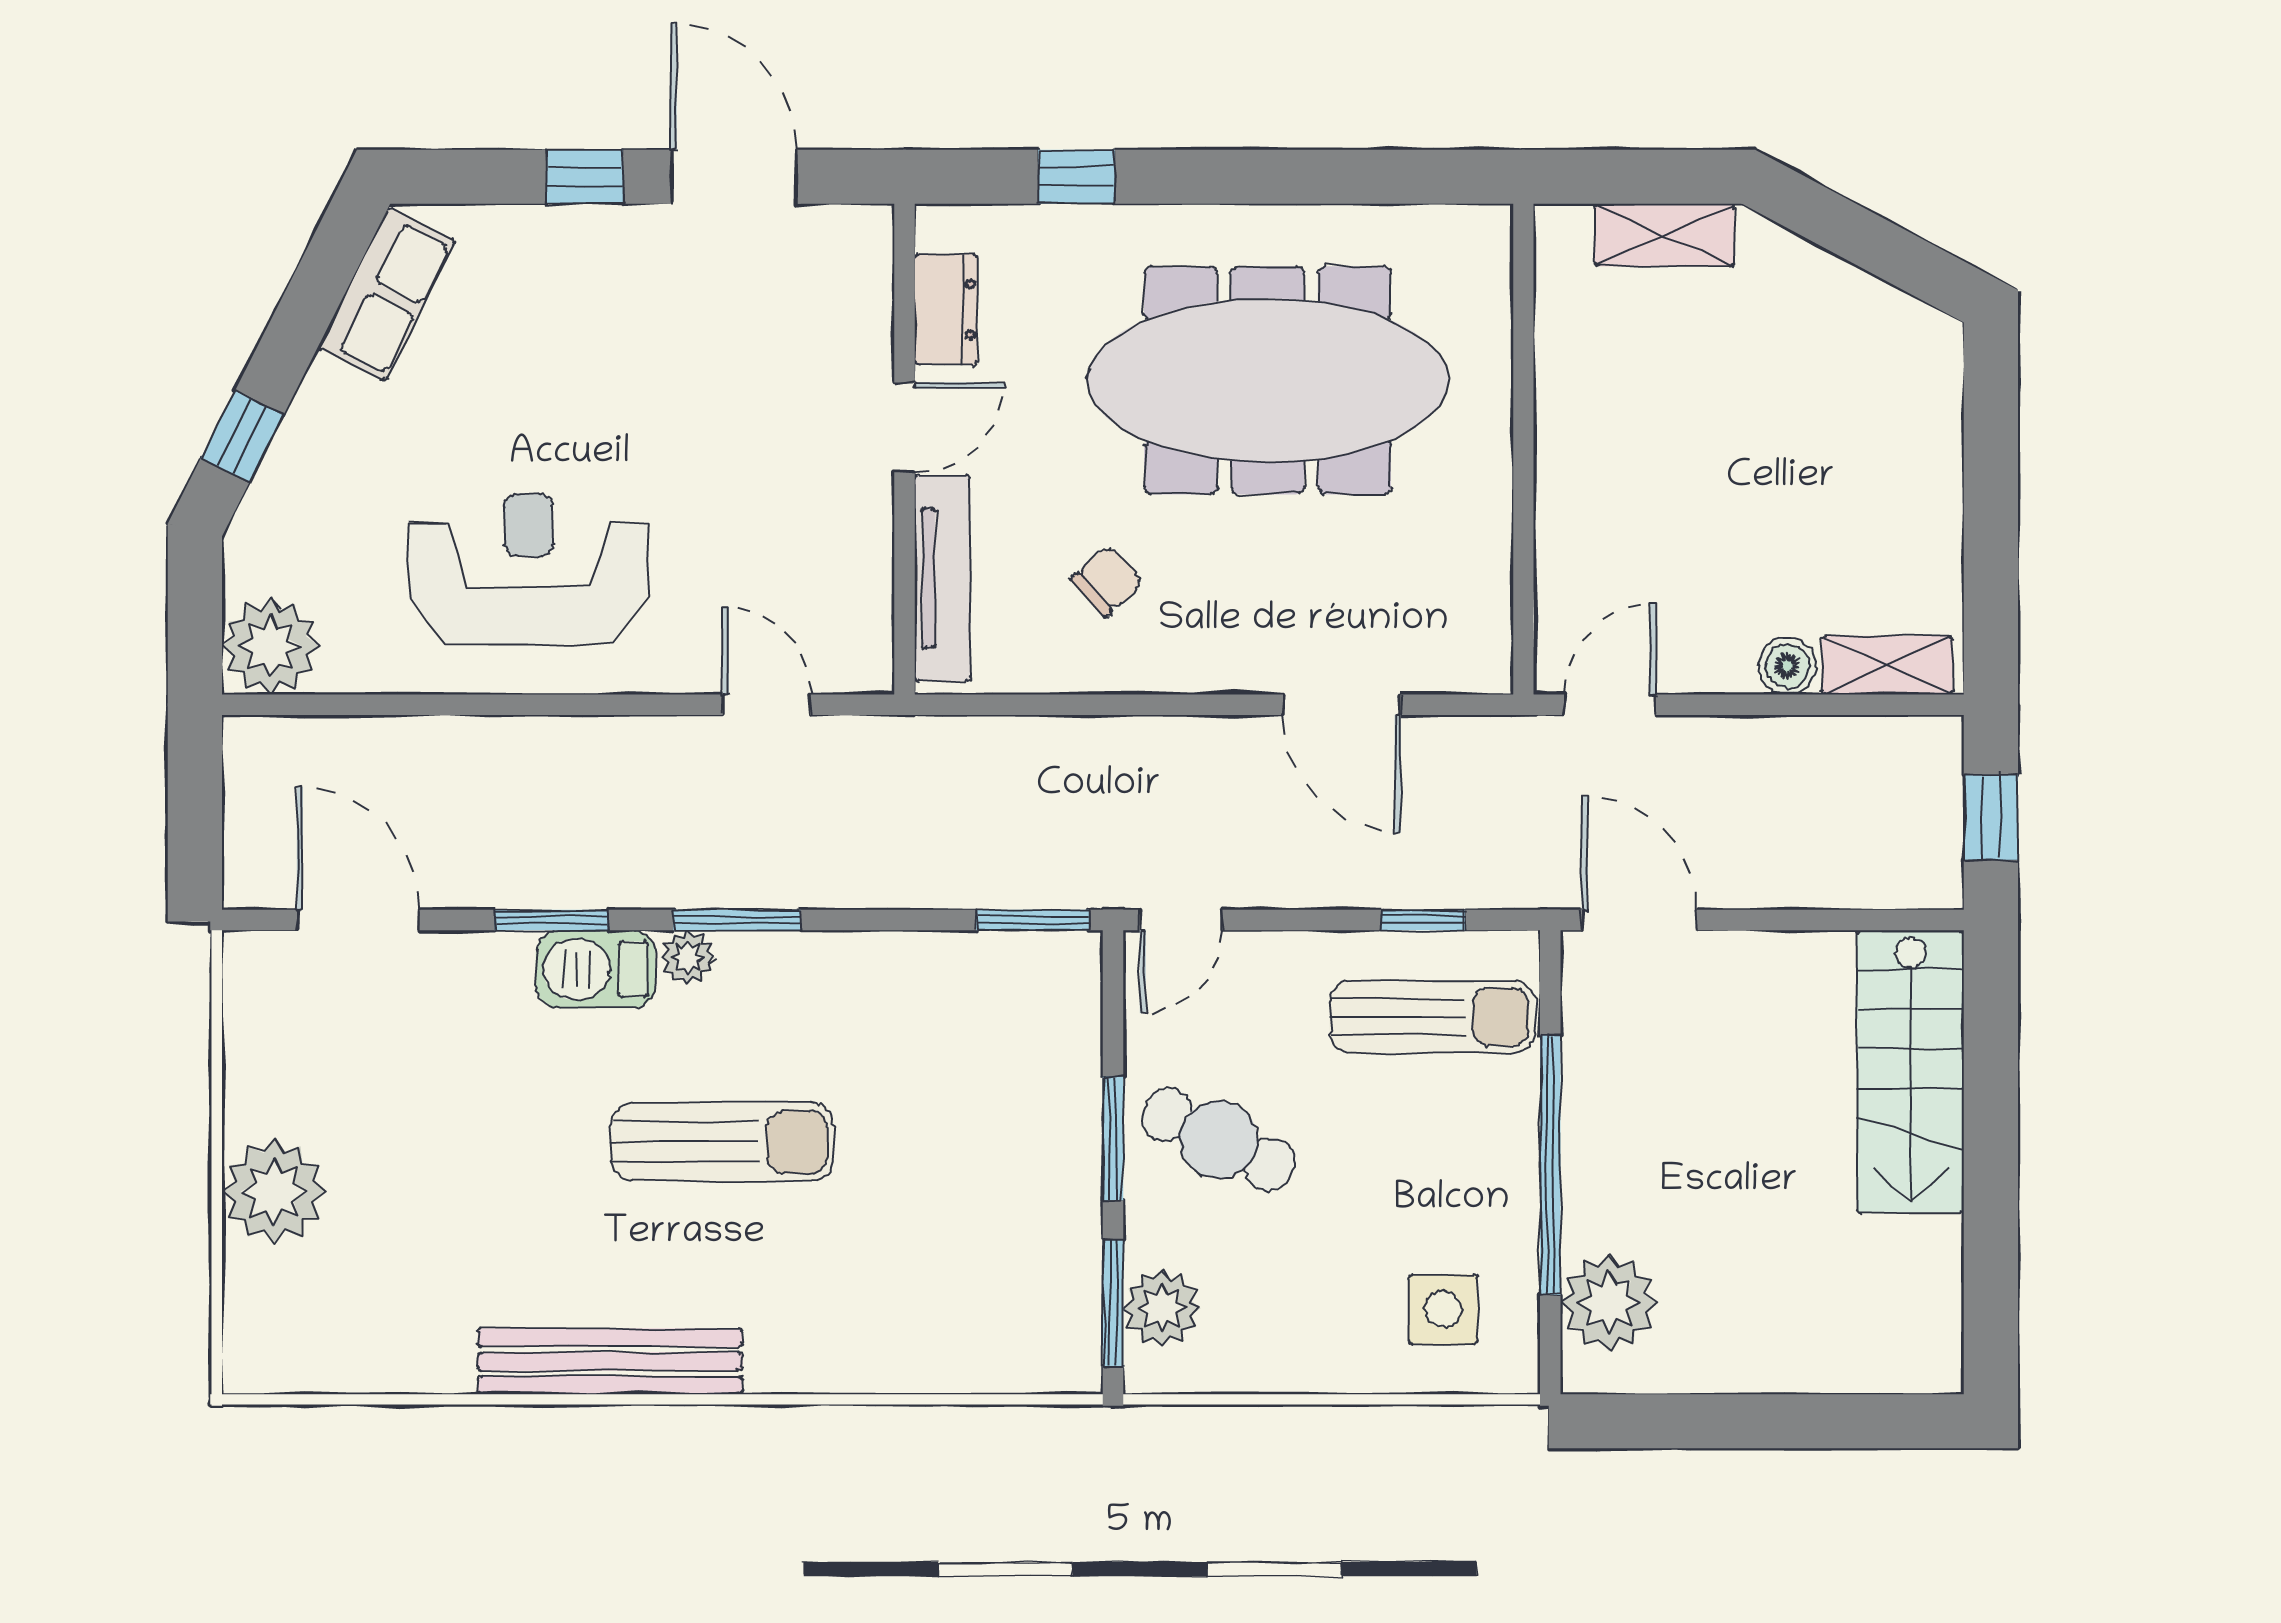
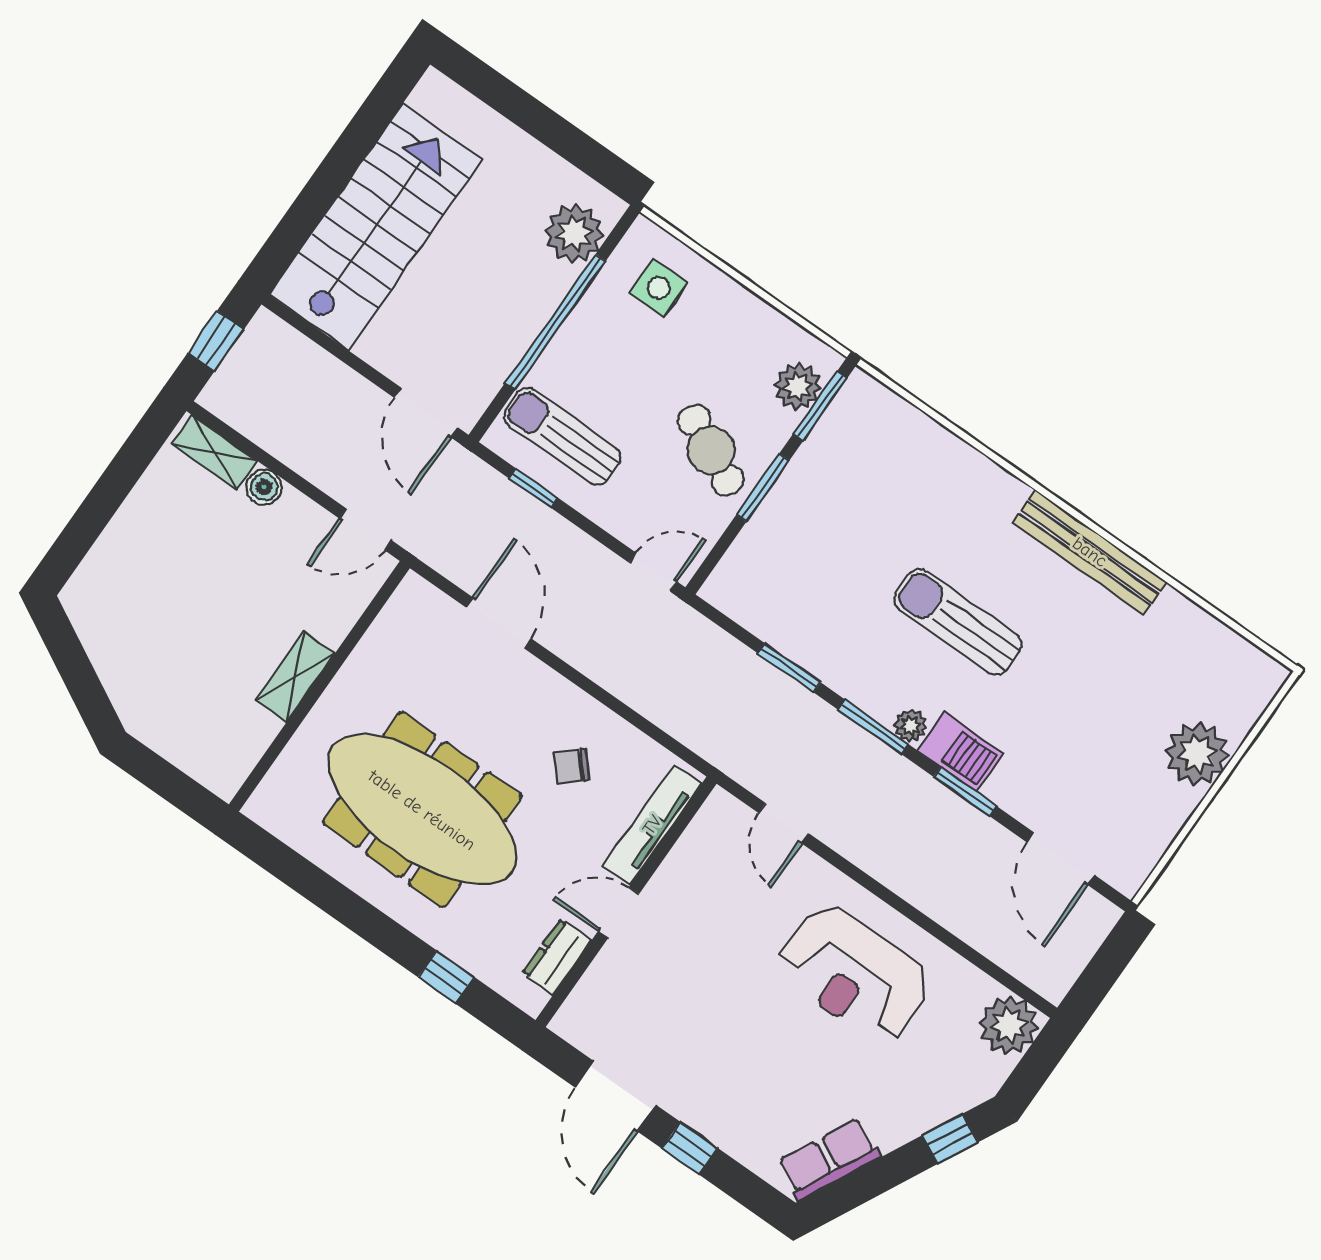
shelving: (1665, 235) -> (295, 677), moved, turned 90
window: (1033, 920) -> (789, 668), moved
stairs: (1911, 1072) -> (376, 227), width x1.36, depth x1.51

